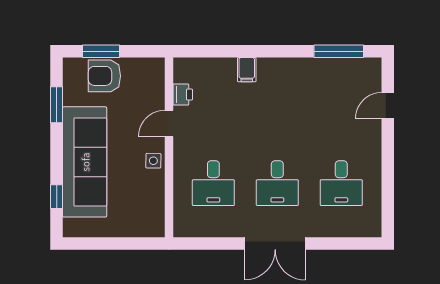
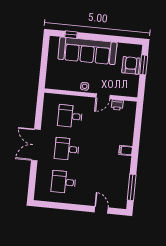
filing cabinet: (247, 70) -> (126, 150), moved
window: (57, 105) -> (118, 39), removed
door: (169, 124) -> (103, 96), swing flipped

